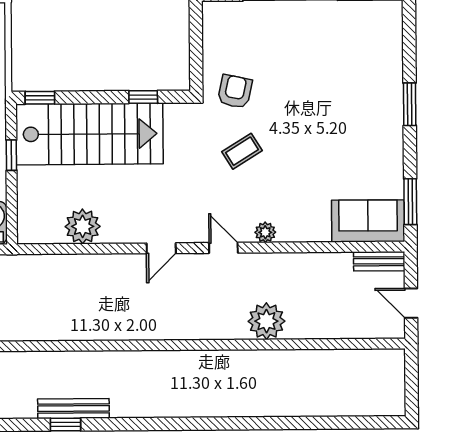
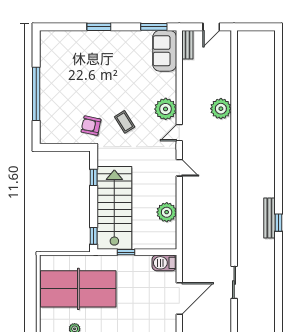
plant: (265, 232) -> (166, 109), width x1.87, depth x1.87

